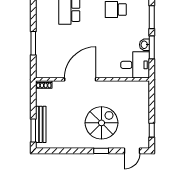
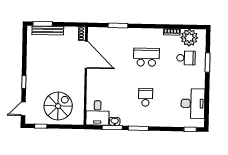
door: (80, 79) -> (86, 55), moved
spiral stairs: (102, 123) -> (58, 106), moved, turned -90
door: (132, 151) -> (23, 109), hinge flipped

